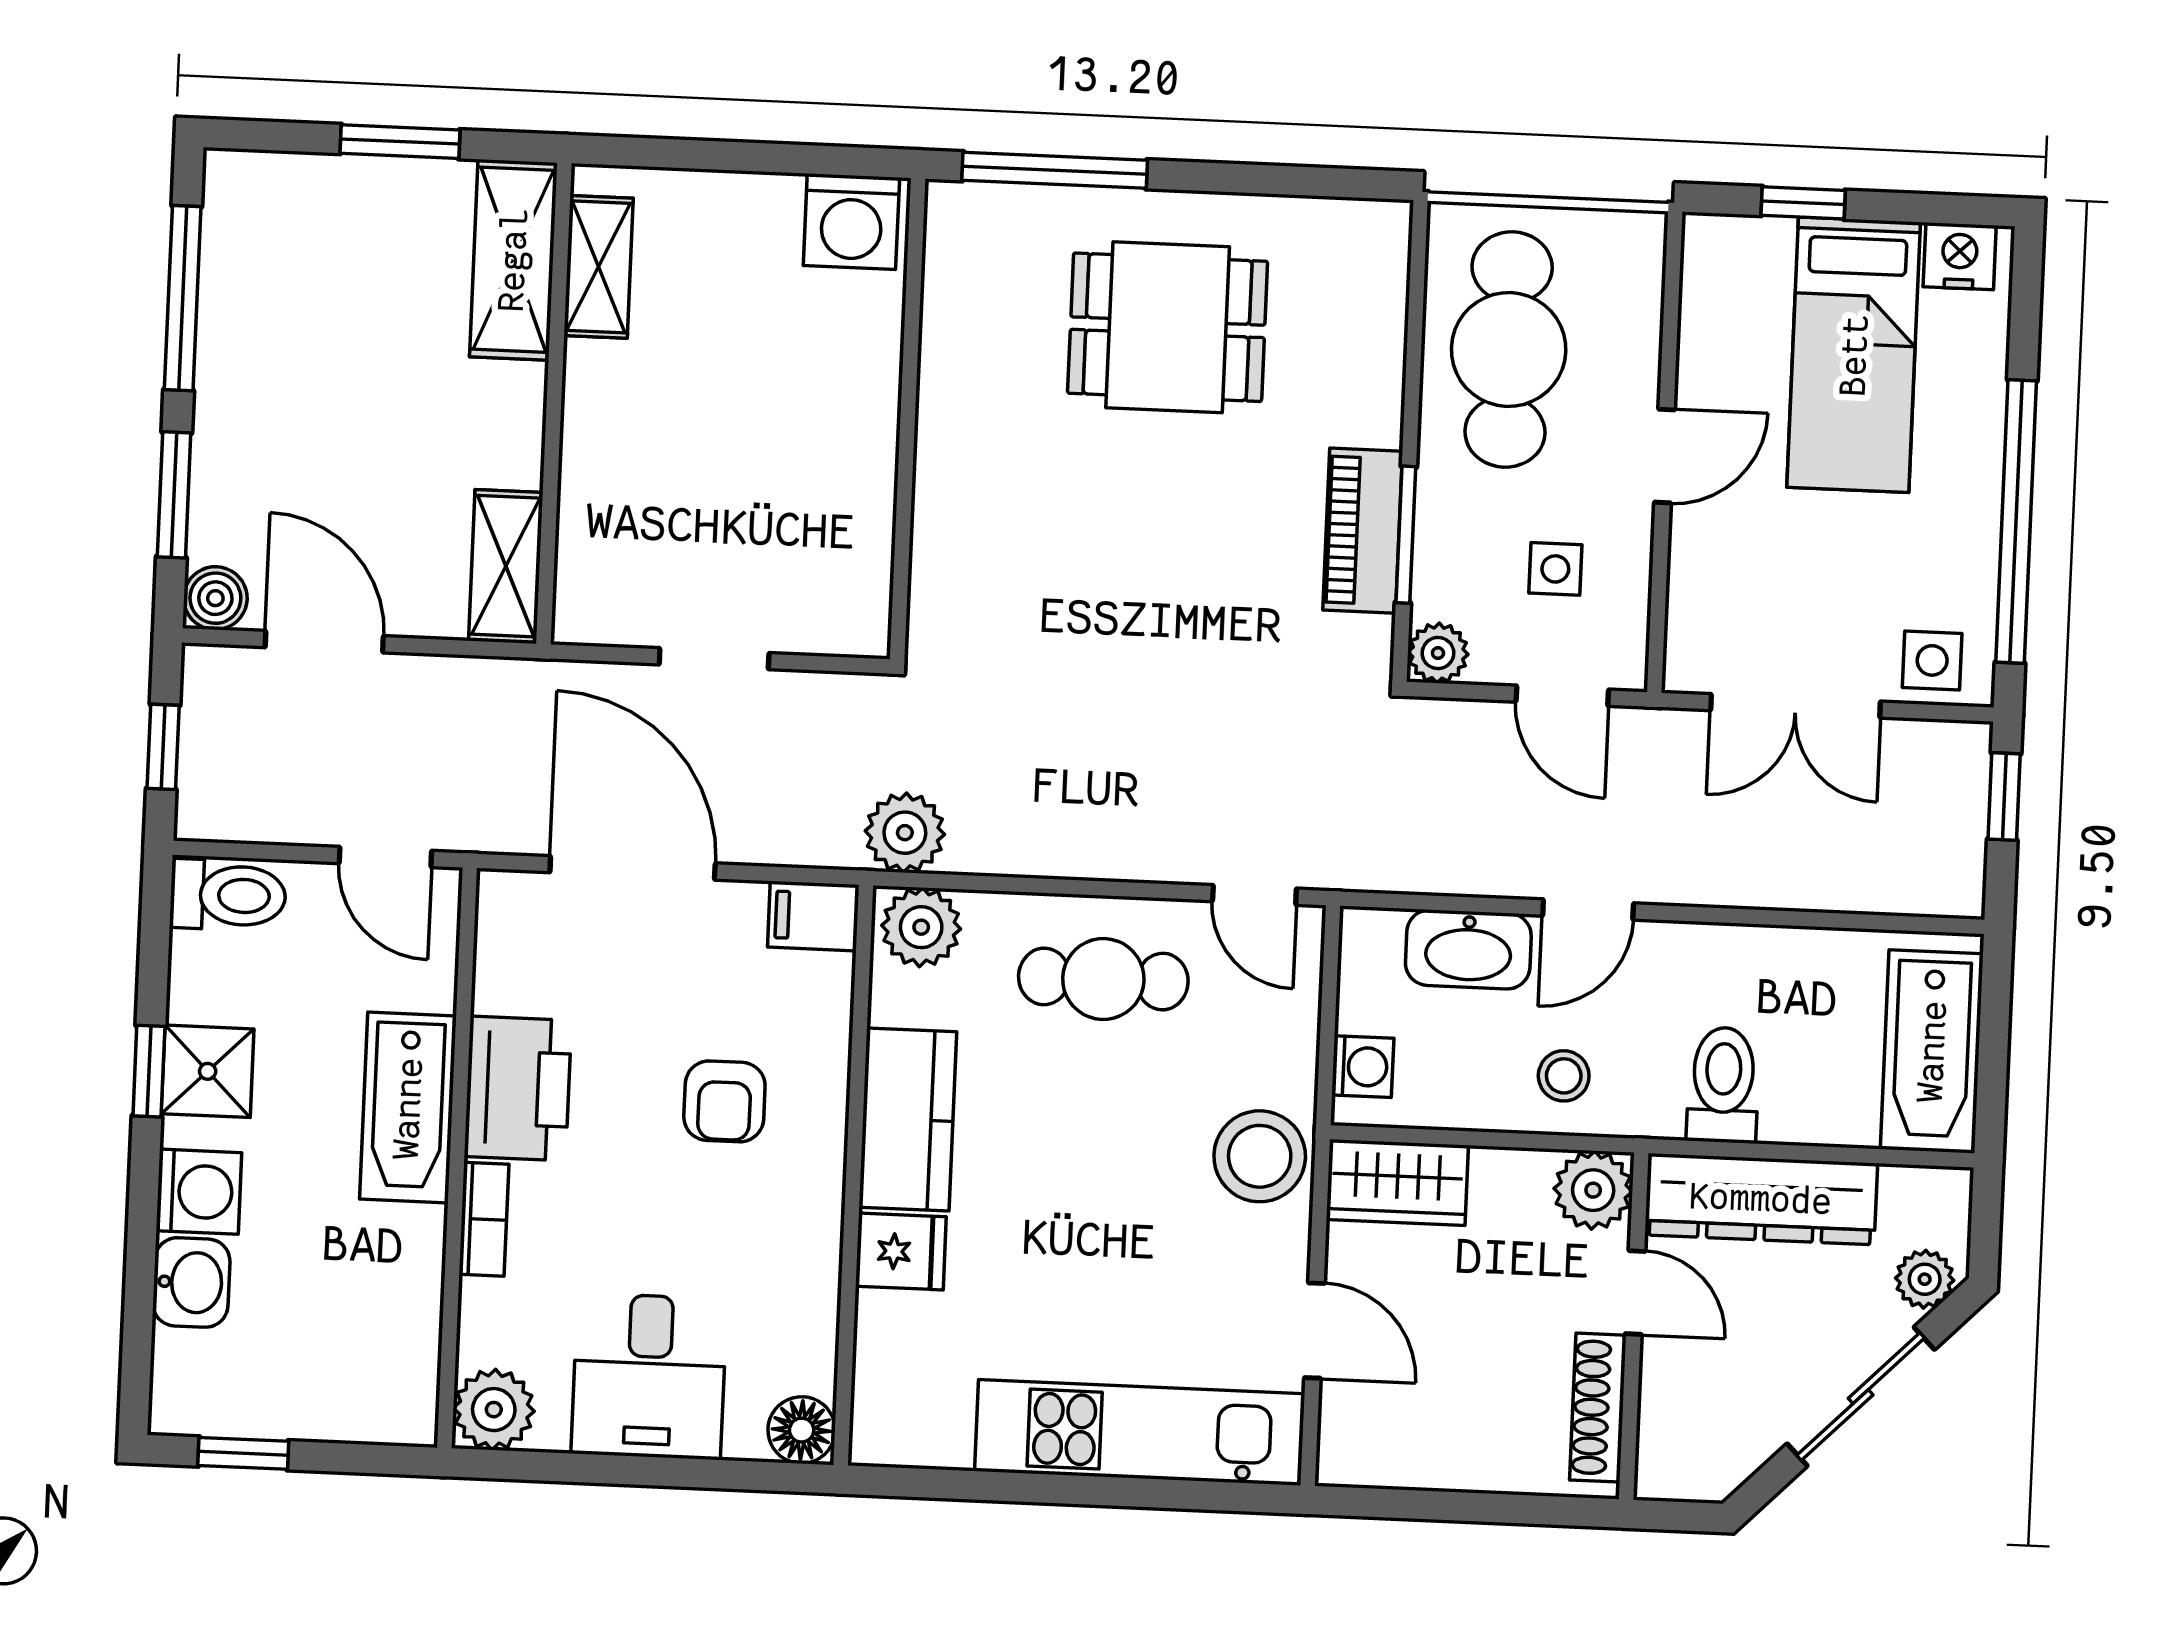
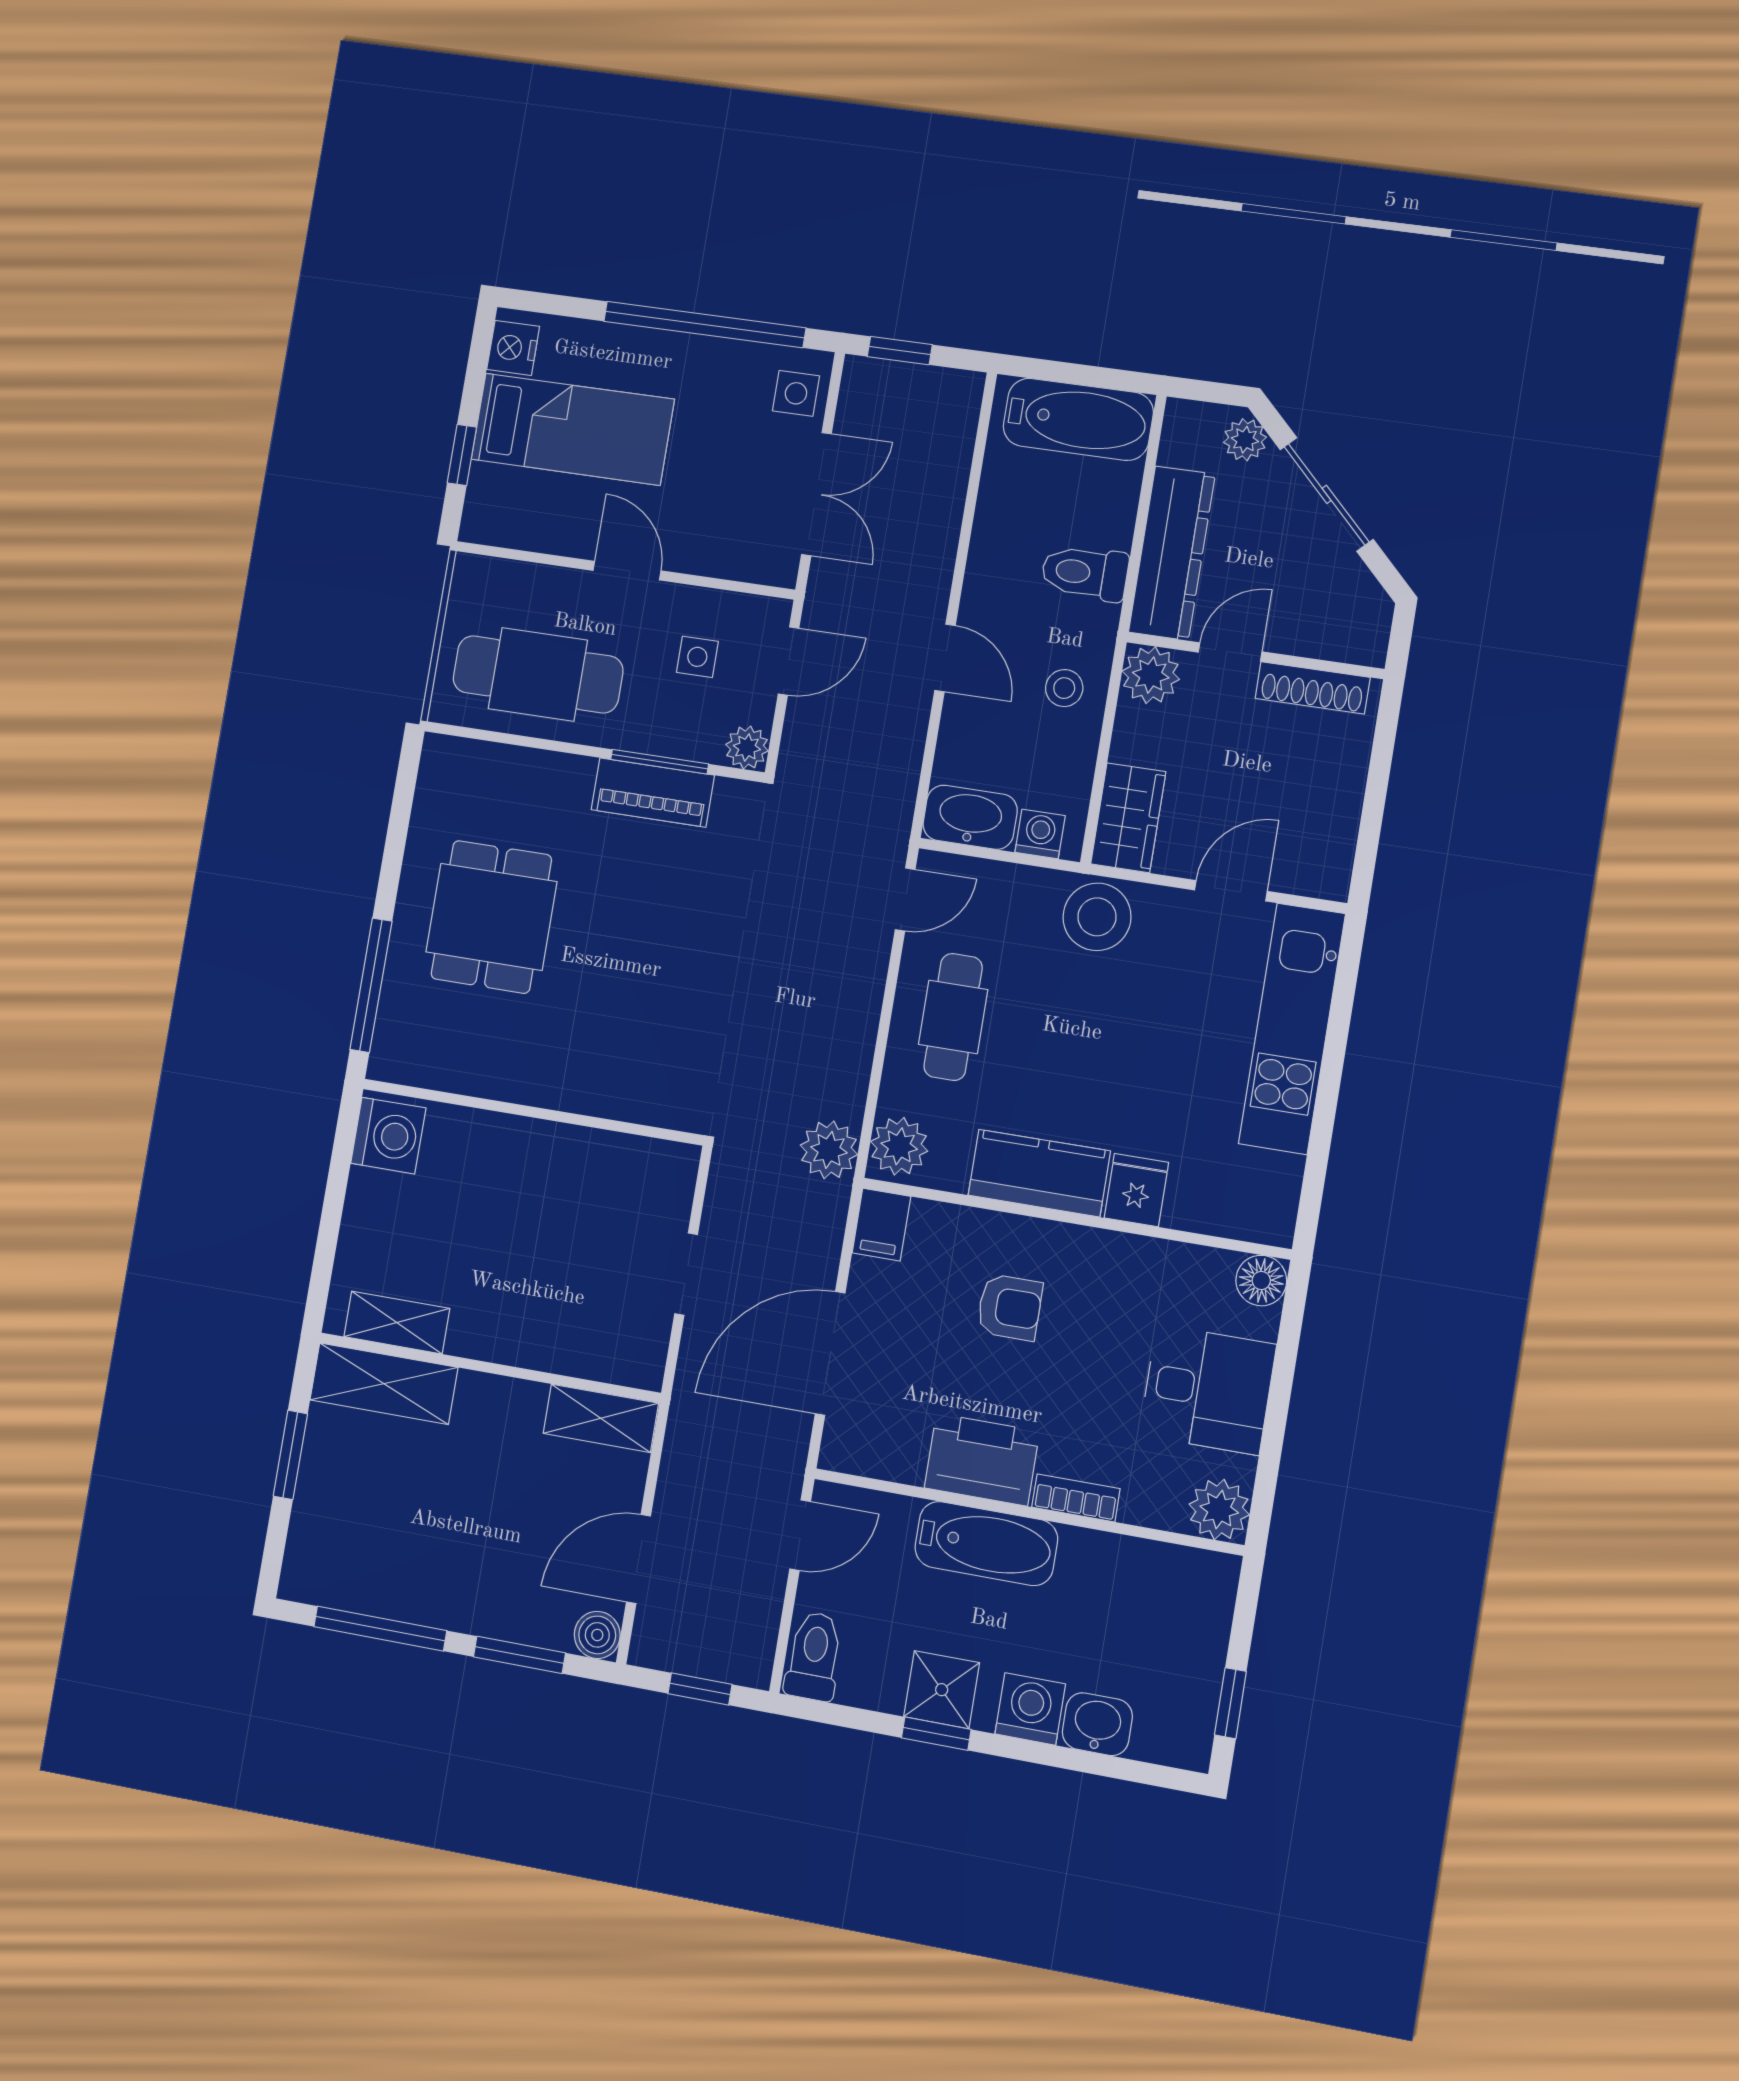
washbasin: (1468, 949) -> (970, 817), moved, turned -90

